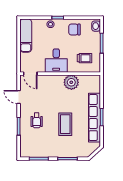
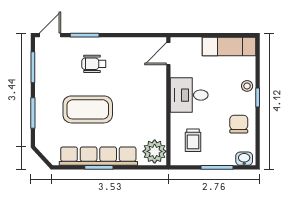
plant: (71, 82) -> (155, 151), moved
door: (19, 97) -> (50, 35), moved
coffee table: (65, 124) -> (88, 109), width x1.36, depth x1.32

